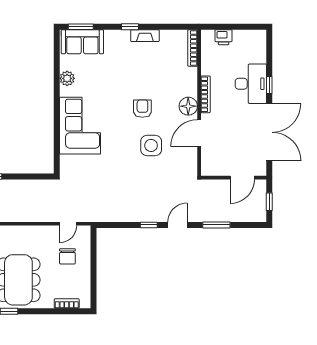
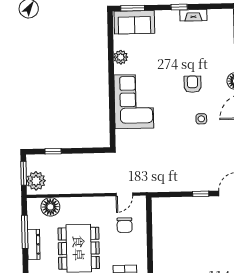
side table: (151, 145) -> (201, 119), width x0.54, depth x0.54

